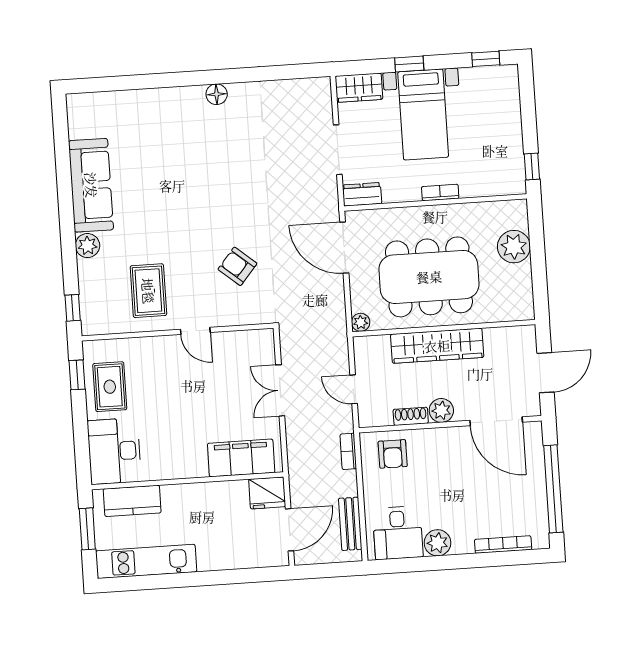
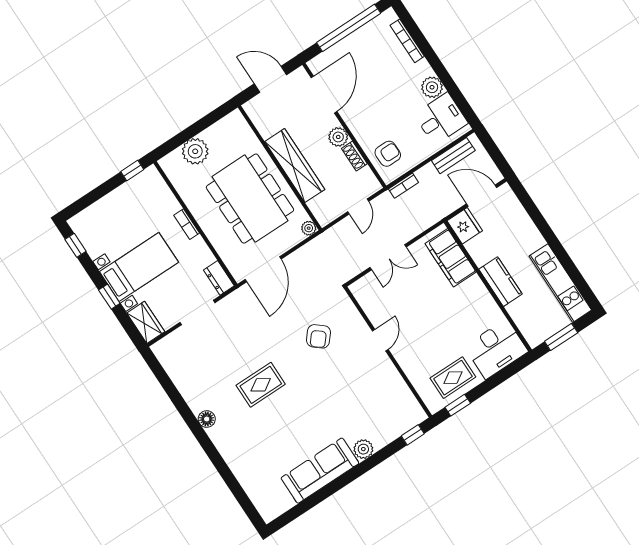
rug: (148, 291) -> (261, 385), moved
kitchen counter: (132, 501) -> (500, 282), moved

